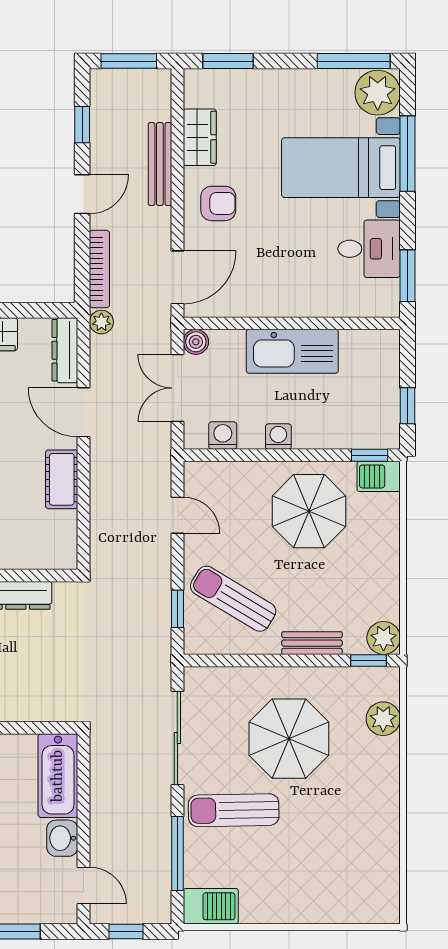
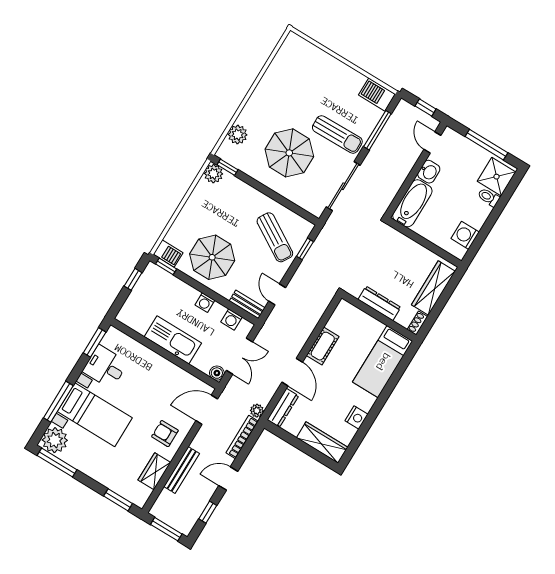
bench: (312, 643) -> (247, 304), moved

